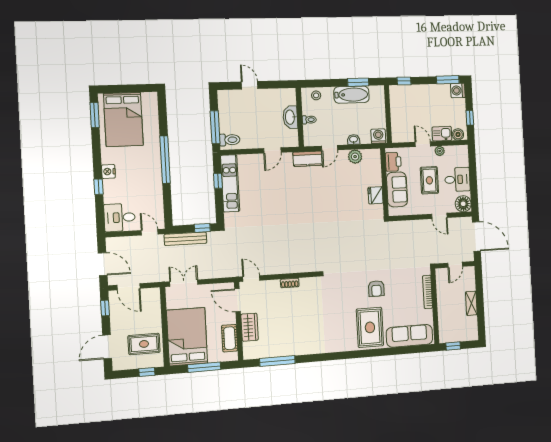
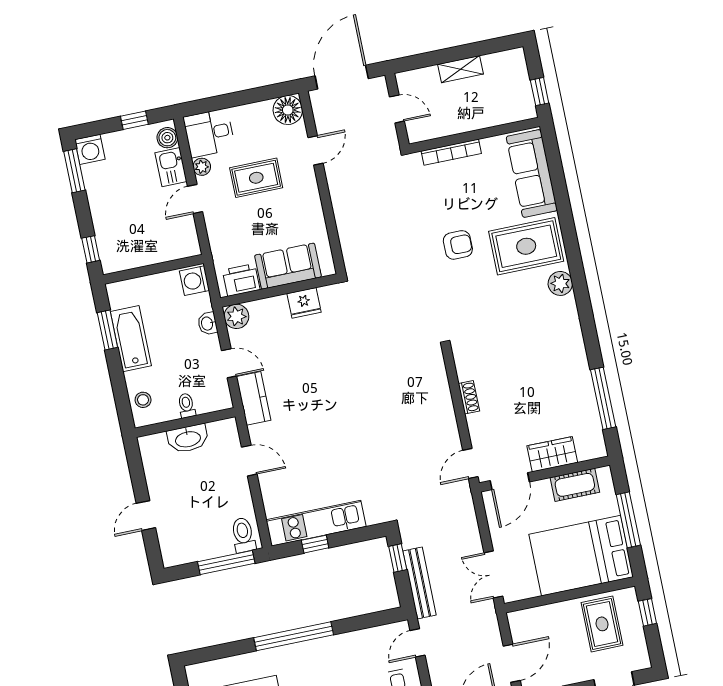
printer: (393, 162) -> (241, 280), moved
desk: (457, 179) -> (209, 133), moved, turned -90
wall: (384, 182) -> (279, 290), moved
sofa: (397, 189) -> (288, 266), moved
fridge: (375, 195) -> (304, 303), moved
plant: (346, 344) -> (560, 283), added

